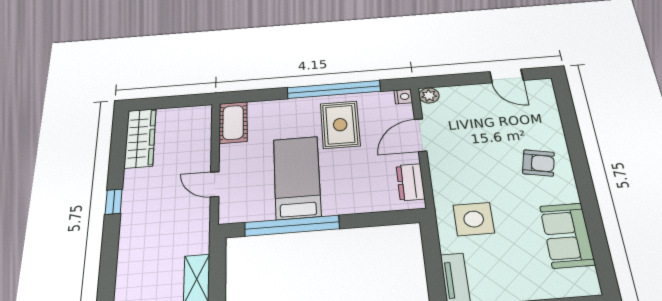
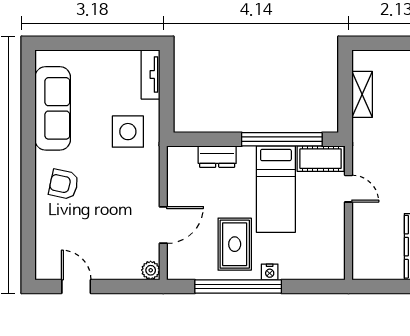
nightstand: (403, 96) -> (270, 272), moved, turned -90
cot: (233, 122) -> (321, 159), moved, turned 90
dresser: (410, 182) -> (217, 157), moved, turned 90
sofa: (567, 235) -> (53, 108), width x1.36

